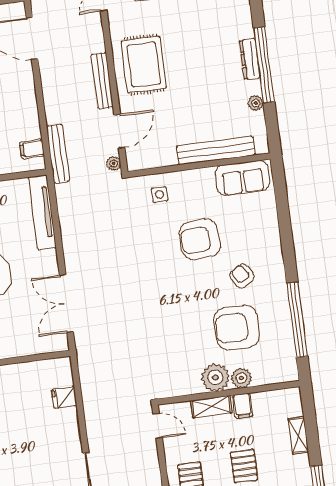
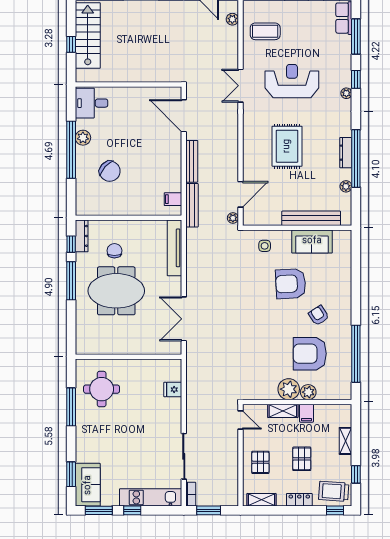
rug: (144, 65) -> (287, 146), moved
bench: (102, 81) -> (192, 161), moved
sofa: (242, 178) -> (312, 241), moved

